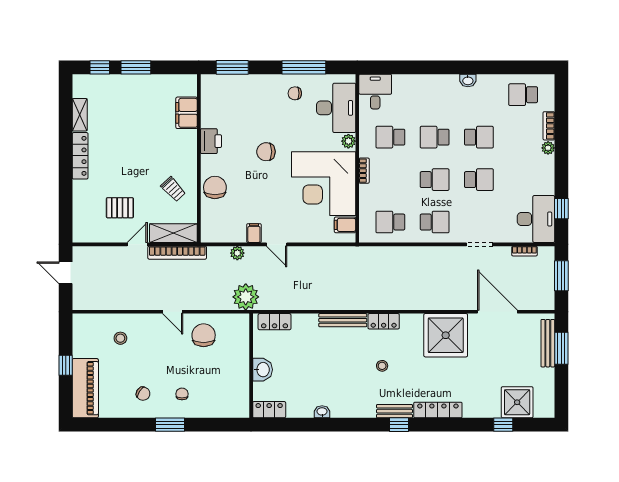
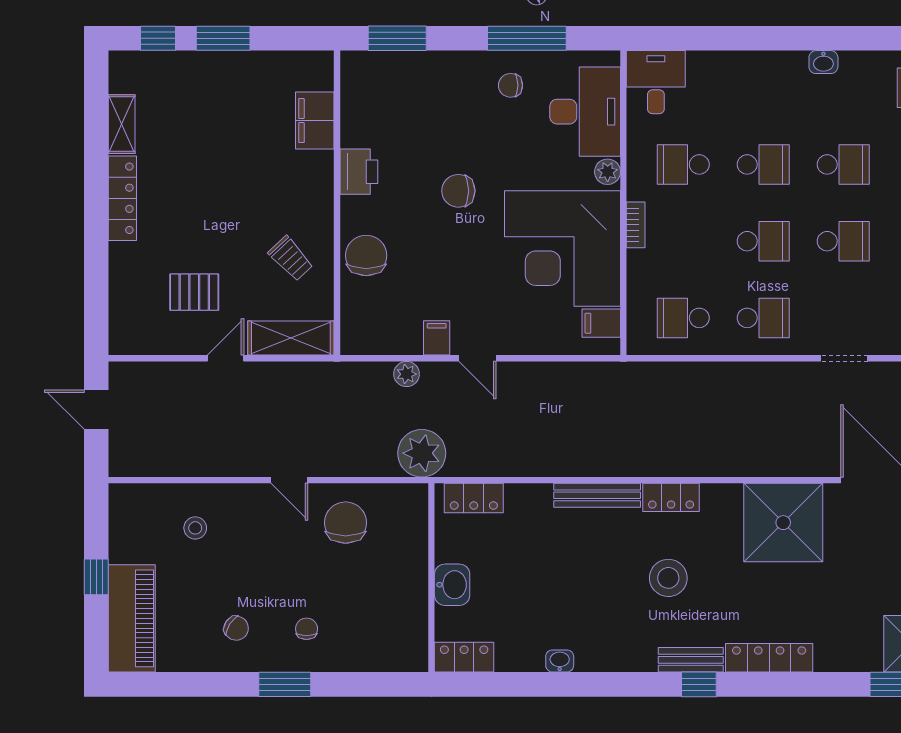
school desk: (435, 137) -> (763, 164), turned 180
bookcase: (177, 253) -> (298, 373), removed
stool: (382, 366) -> (668, 578), width x1.89, depth x1.89

